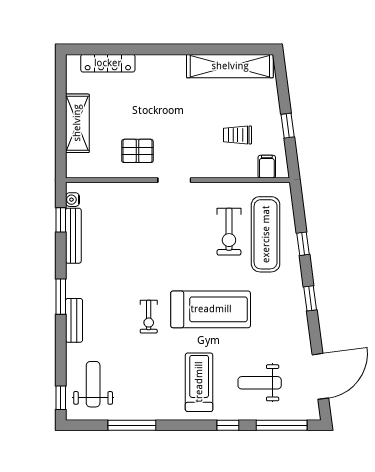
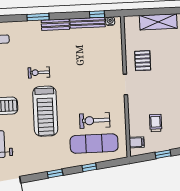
window: (61, 297) -> (38, 17), moved
bench: (74, 320) -> (55, 25), moved

